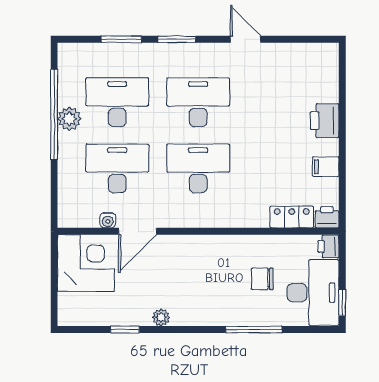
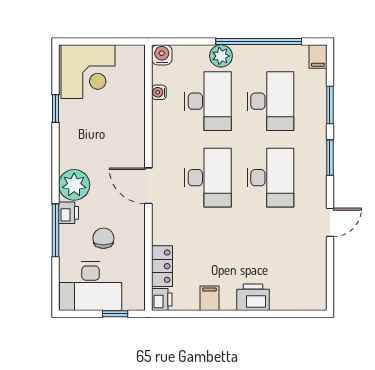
filing cabinet: (70, 52) -> (318, 56), added
plant: (69, 119) -> (221, 56), moved
water cooler: (68, 217) -> (162, 55), added
door: (138, 231) -> (148, 186), moved
printer: (328, 246) -> (69, 213), moved, turned 90
corner desk: (86, 263) -> (88, 72), moved
window: (342, 302) -> (115, 314), moved
plant: (161, 318) -> (74, 185), moved, width x1.88, depth x1.88

